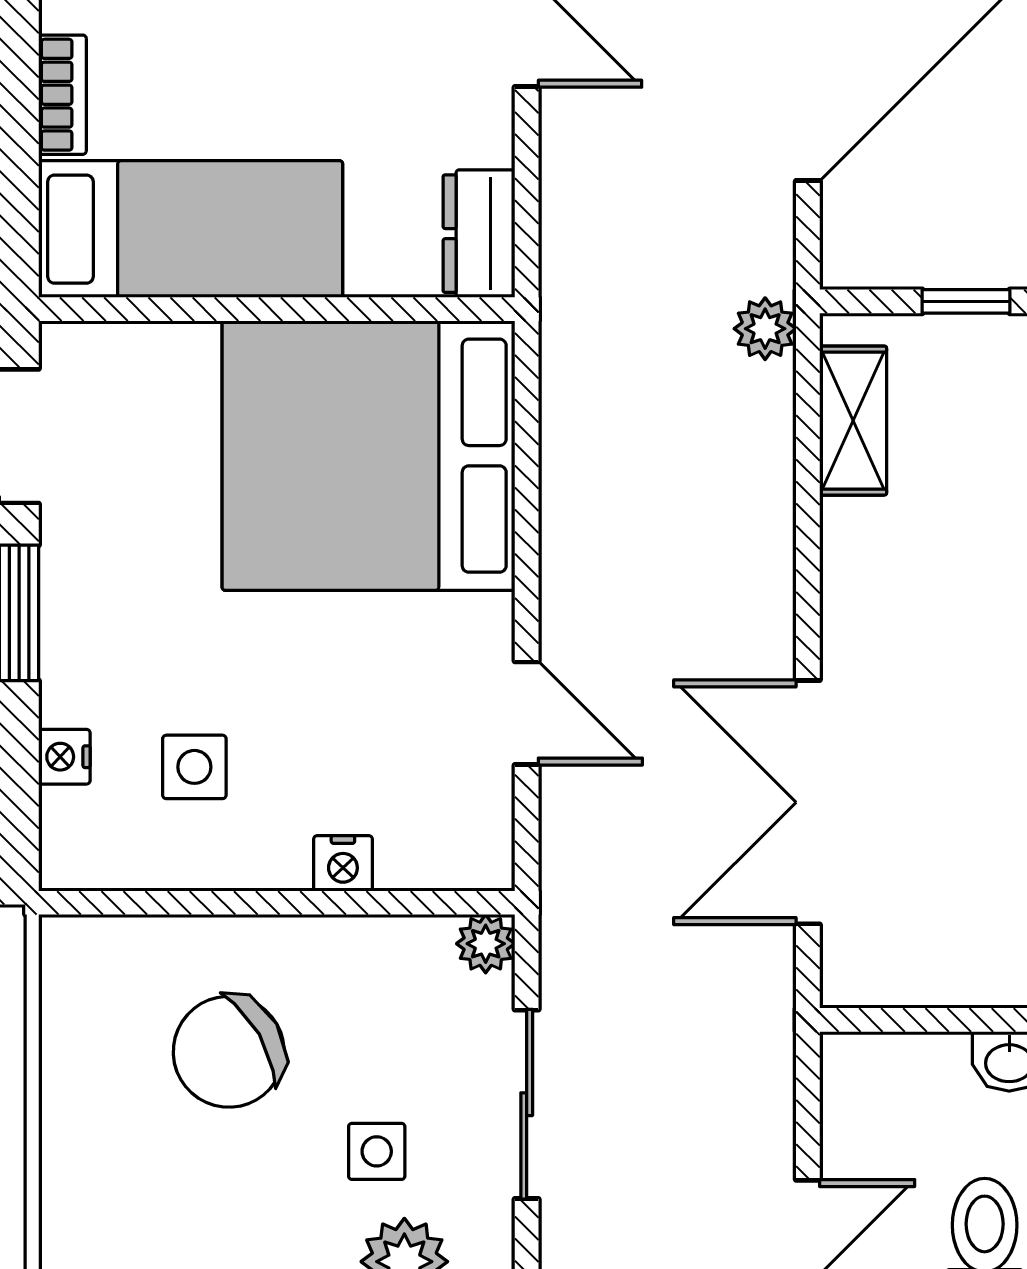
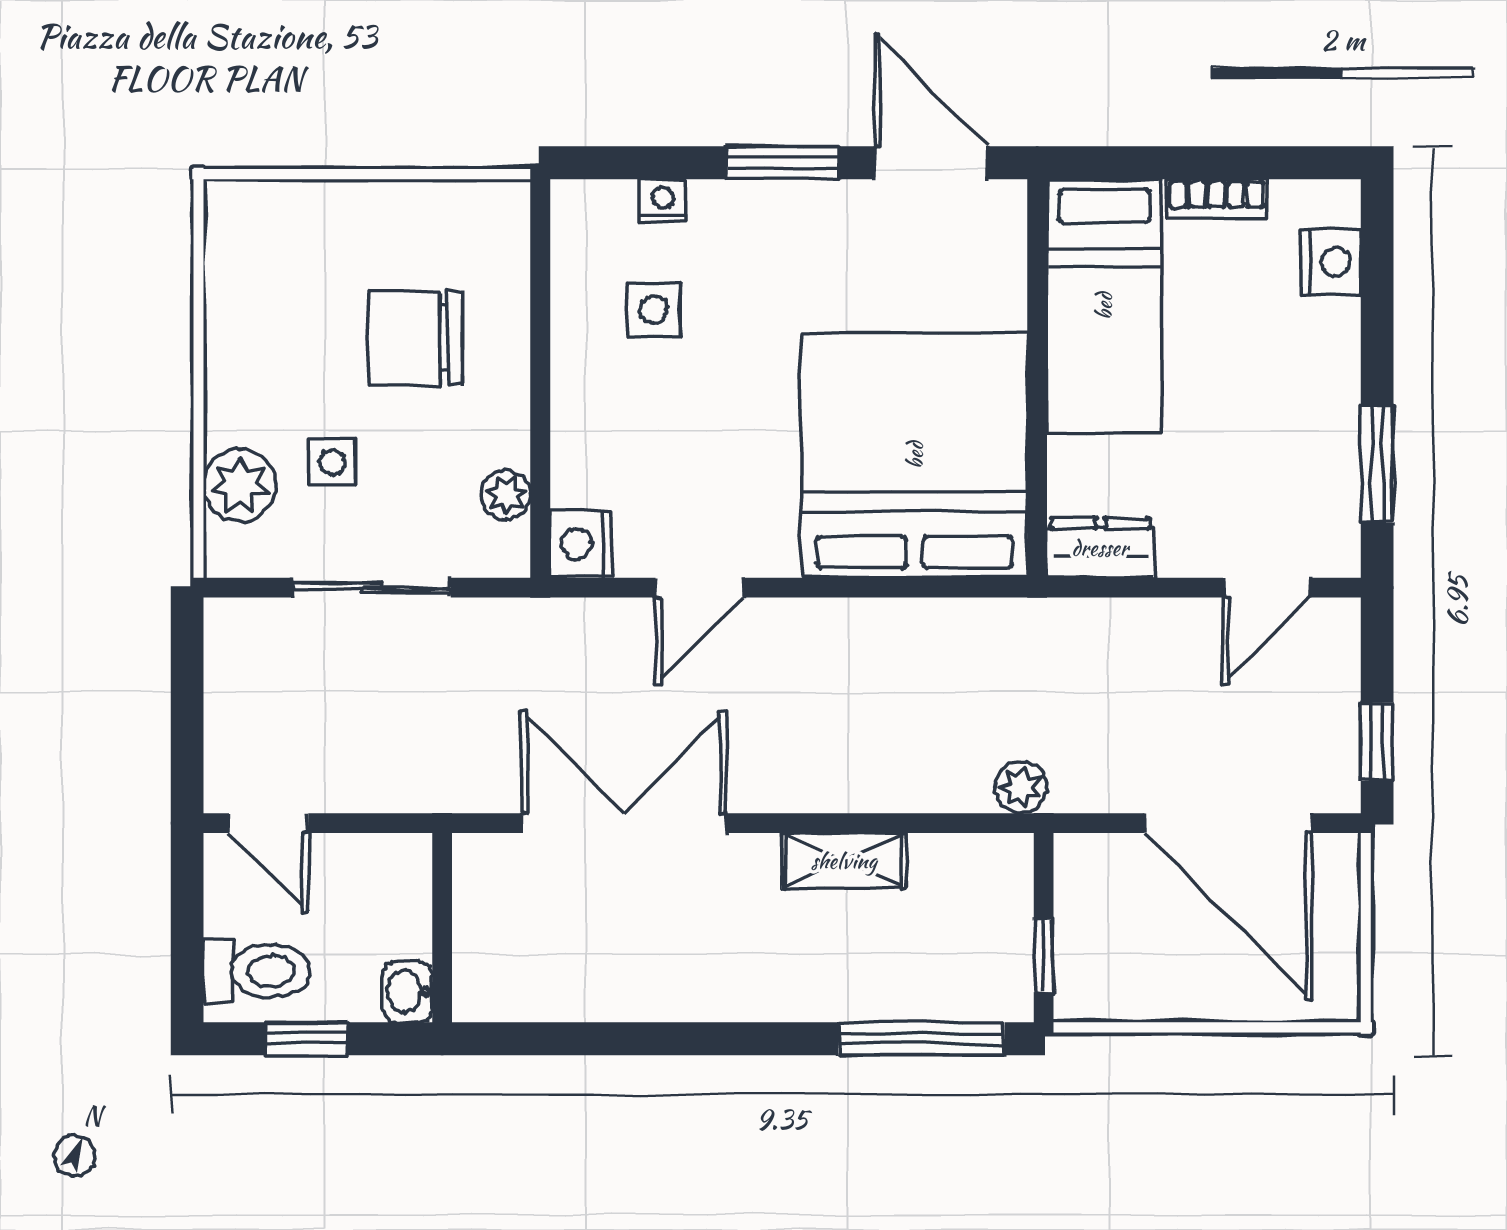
shelving: (853, 421) -> (844, 861), moved
nightstand: (343, 863) -> (581, 544), moved, width x1.39, depth x1.35
plant: (486, 944) -> (506, 495), moved
chair: (229, 1052) -> (415, 338), turned -60

